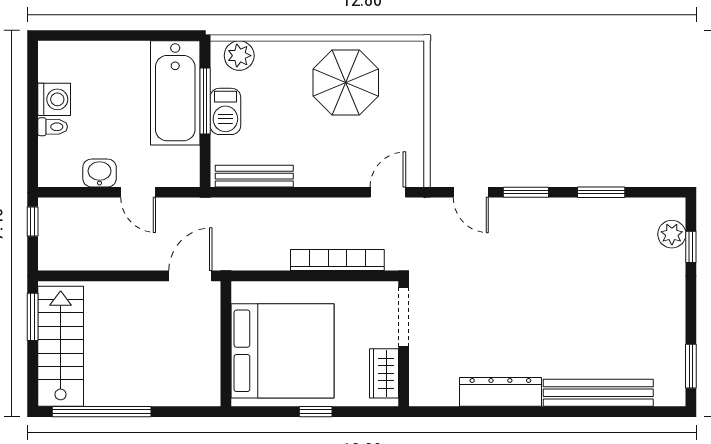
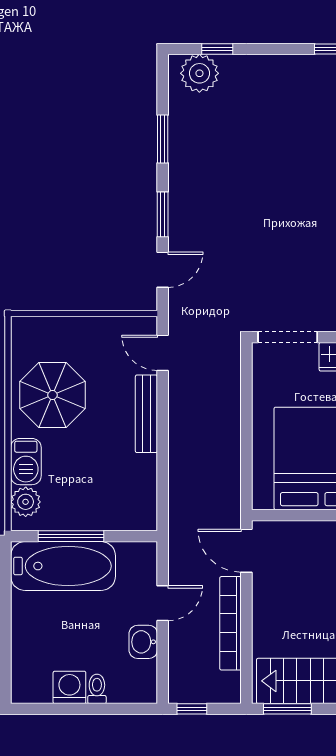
barbecue: (225, 111) -> (26, 462), moved, turned 90
bench: (254, 176) -> (146, 414), moved
plant: (672, 234) -> (199, 73), width x1.36, depth x1.36
bookcase: (337, 260) -> (230, 623), moved

